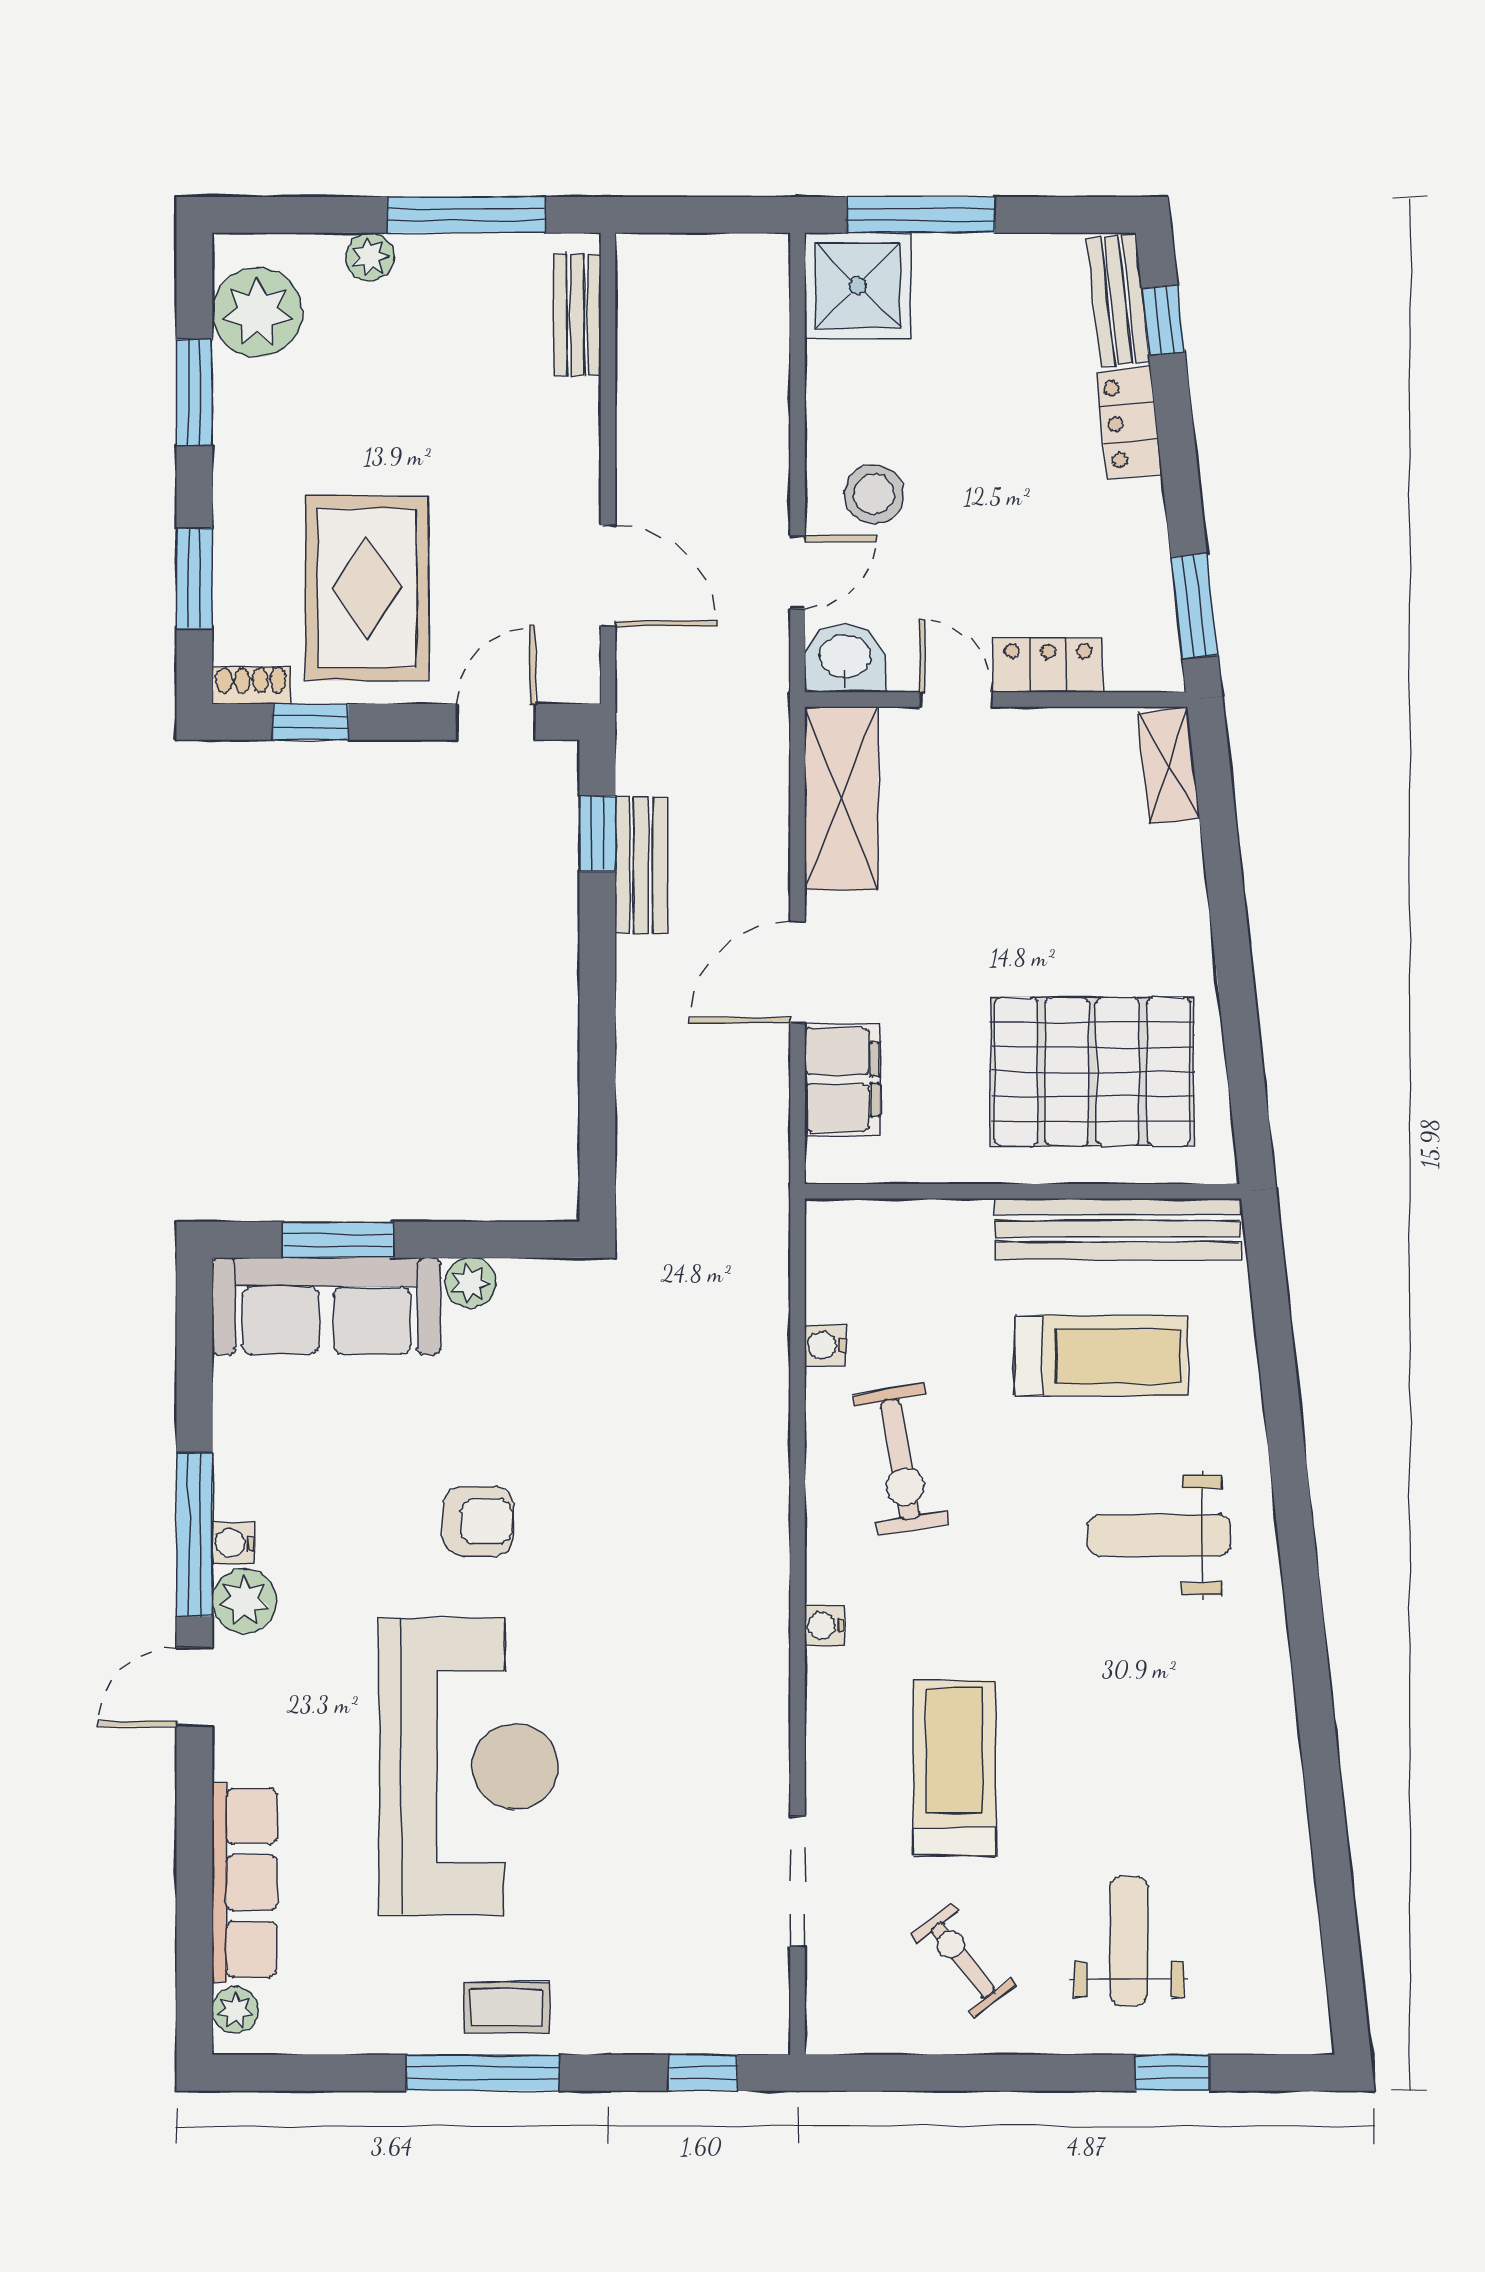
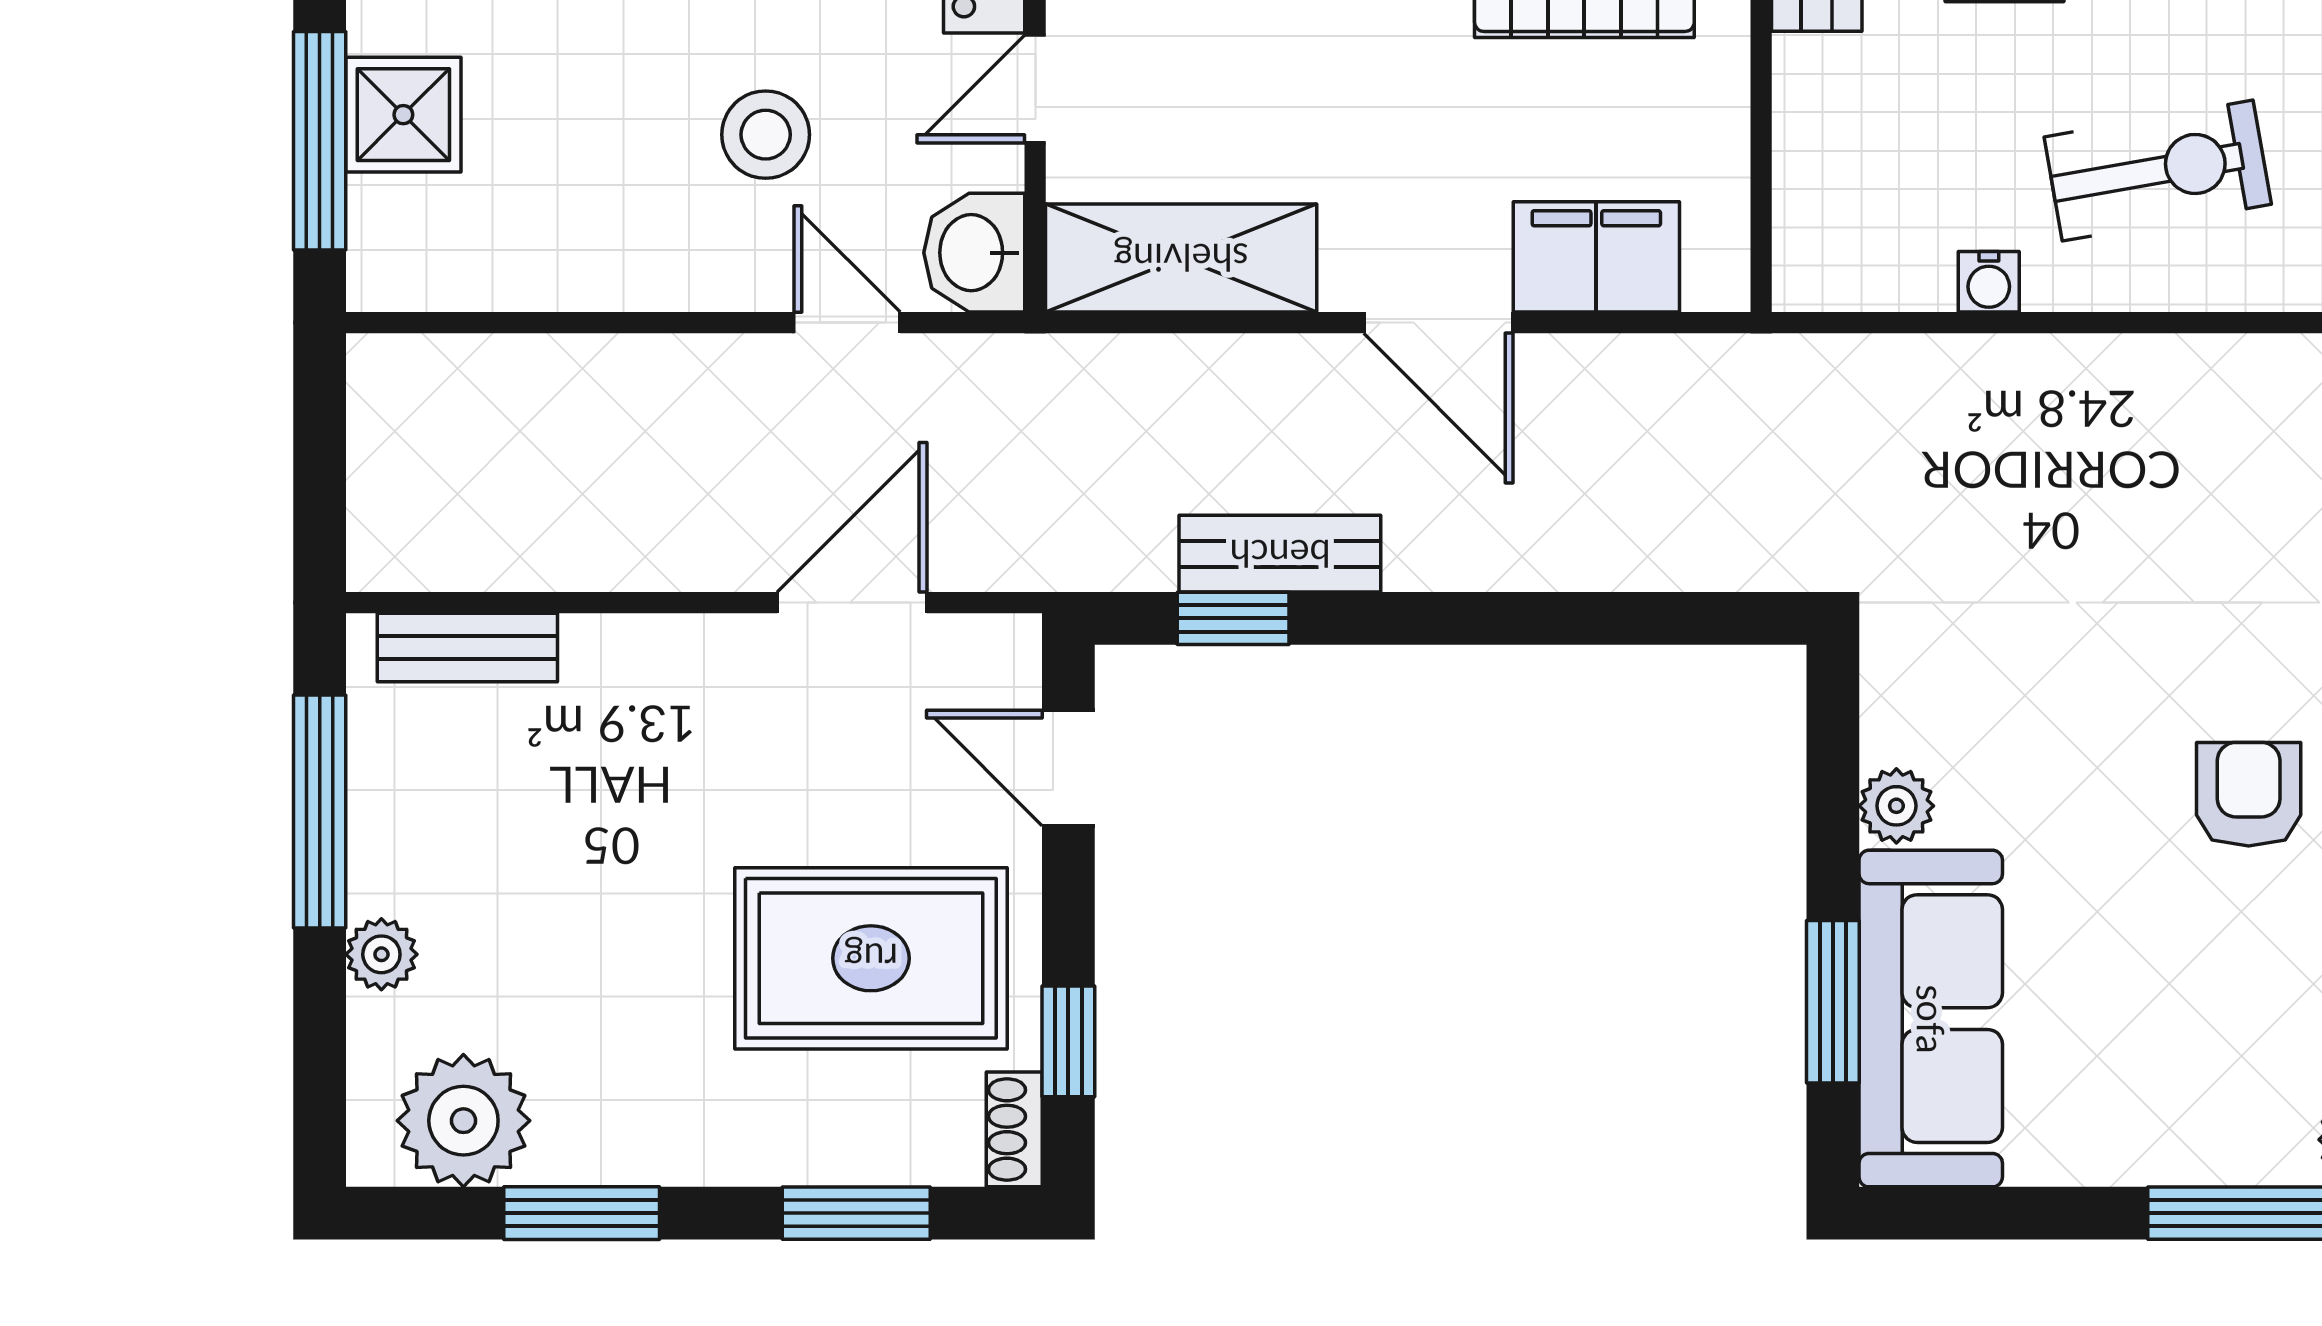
shower: (858, 286) -> (403, 115), moved, width x0.73, depth x0.73
stool: (874, 494) -> (766, 135), moved
water cooler: (233, 1543) -> (2281, 1156), removed

